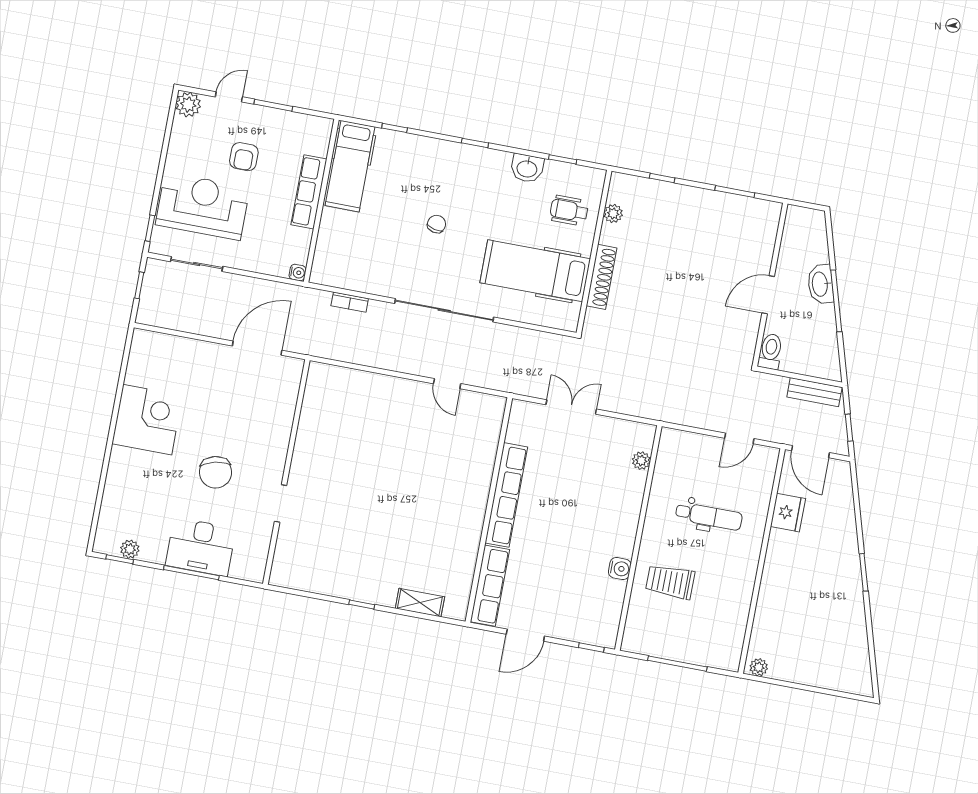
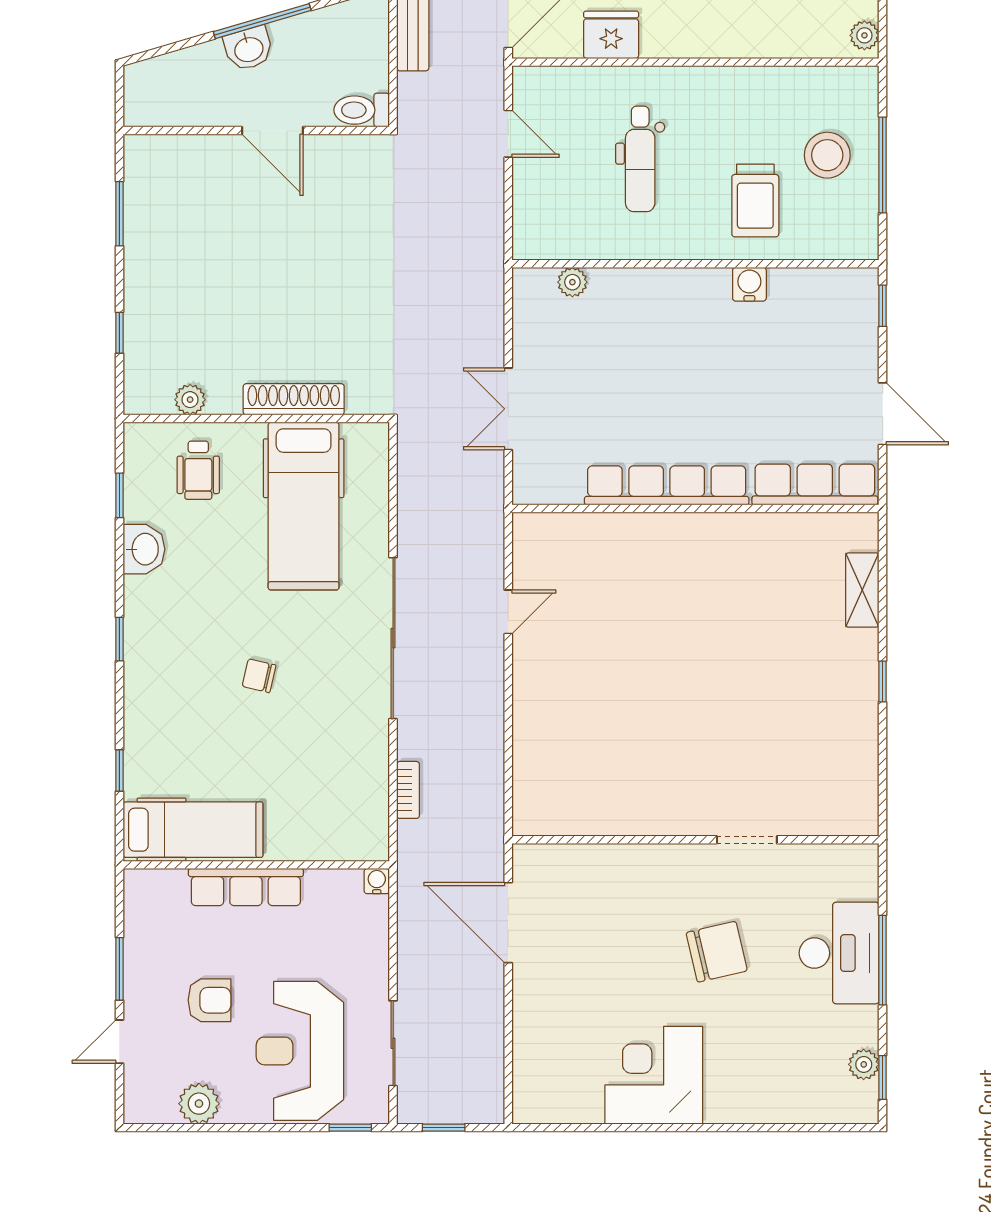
door: (229, 97) -> (119, 1042), hinge flipped
plant: (188, 105) -> (199, 1104), moved
washbasin: (821, 284) -> (249, 49), width x0.72
dental chair: (709, 516) -> (640, 159), turned 180
stool: (690, 631) -> (827, 155), added

